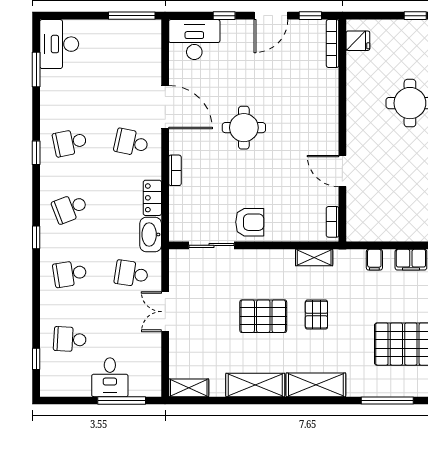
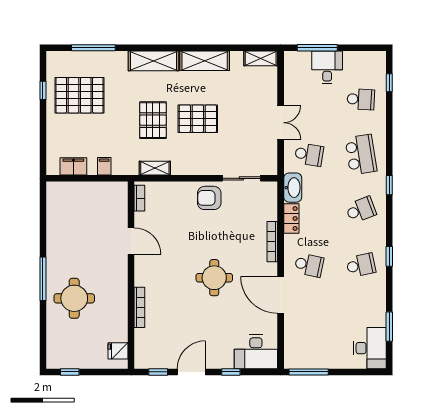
bookcase: (333, 43) -> (139, 307), moved
bookcase: (175, 170) -> (272, 242), width x1.56
school desk: (70, 274) -> (361, 155), width x1.85
pallet: (316, 315) -> (153, 120), width x1.50, depth x1.42

